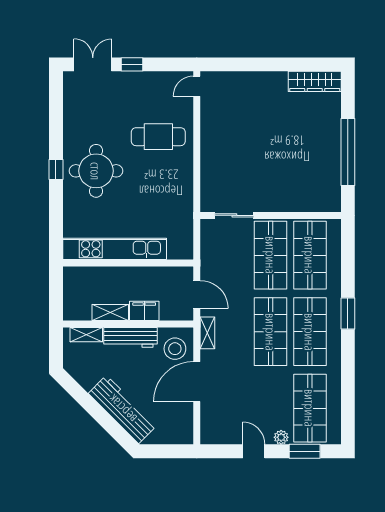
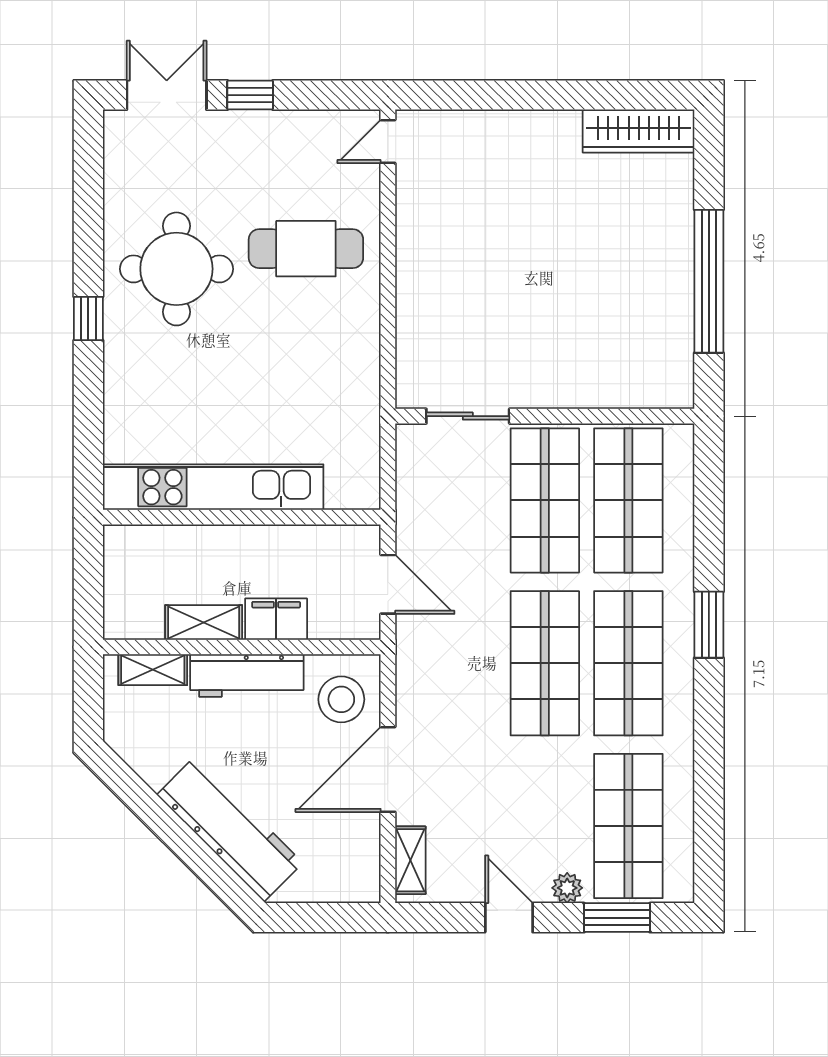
round table: (96, 171) -> (176, 269), moved
shelving: (207, 333) -> (410, 860), moved

